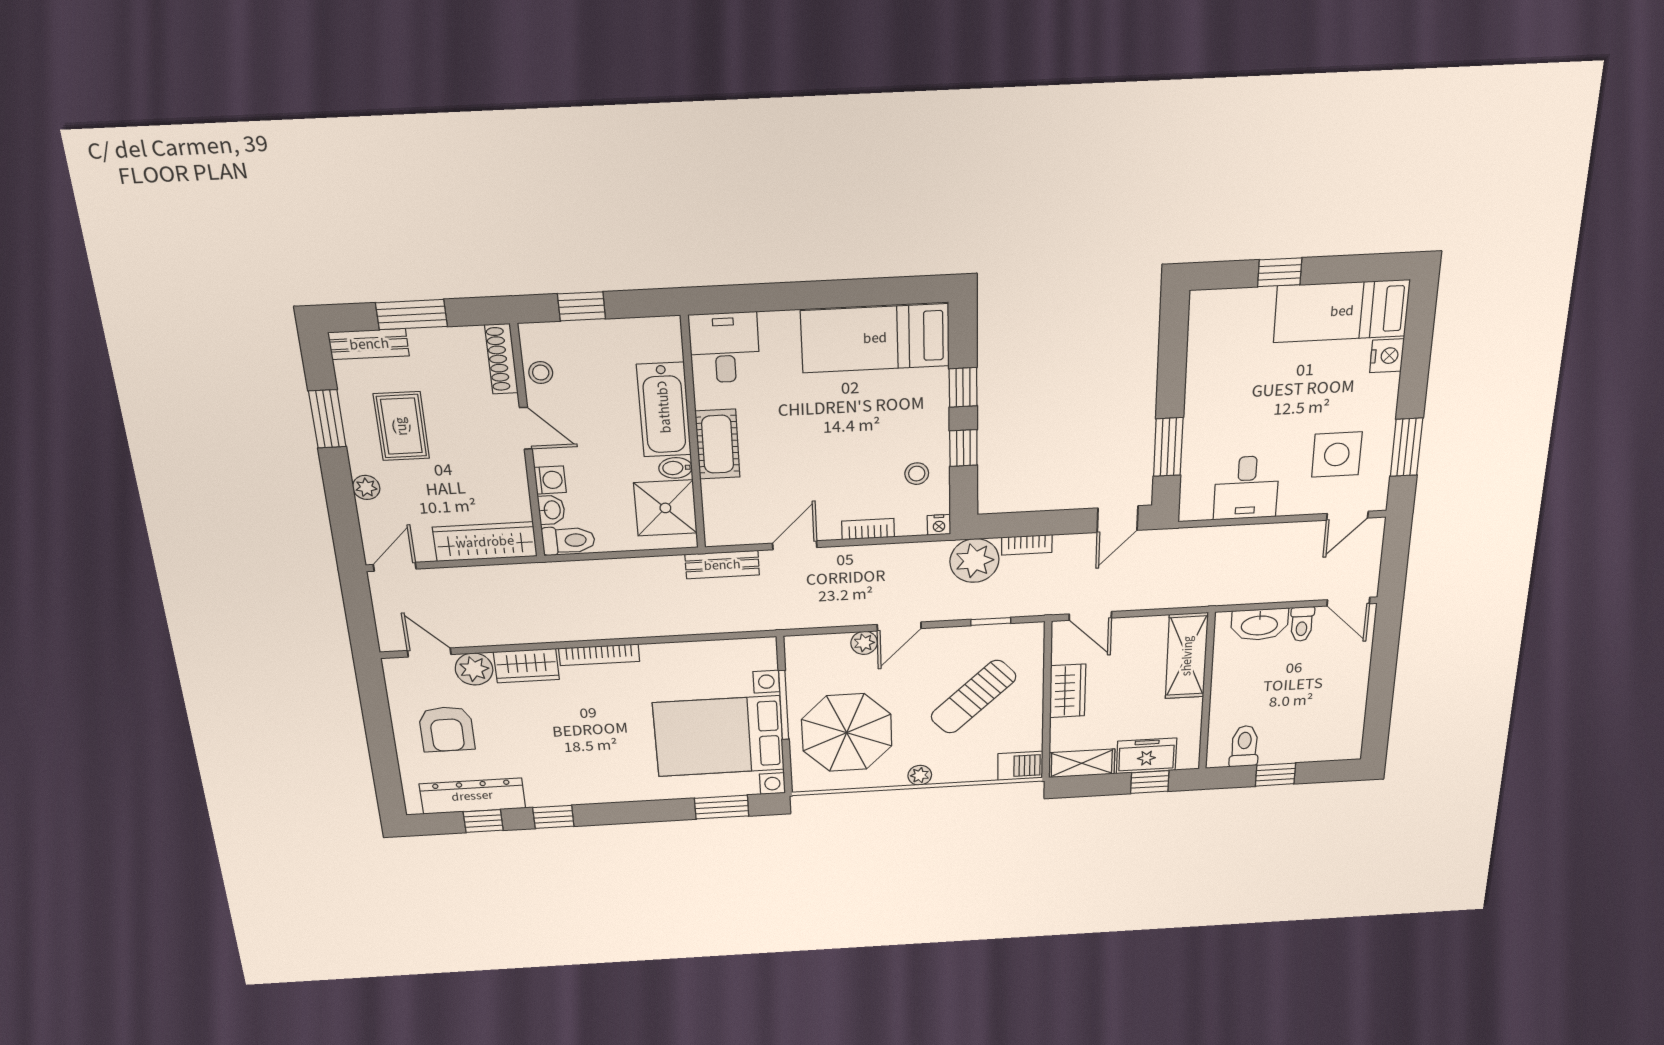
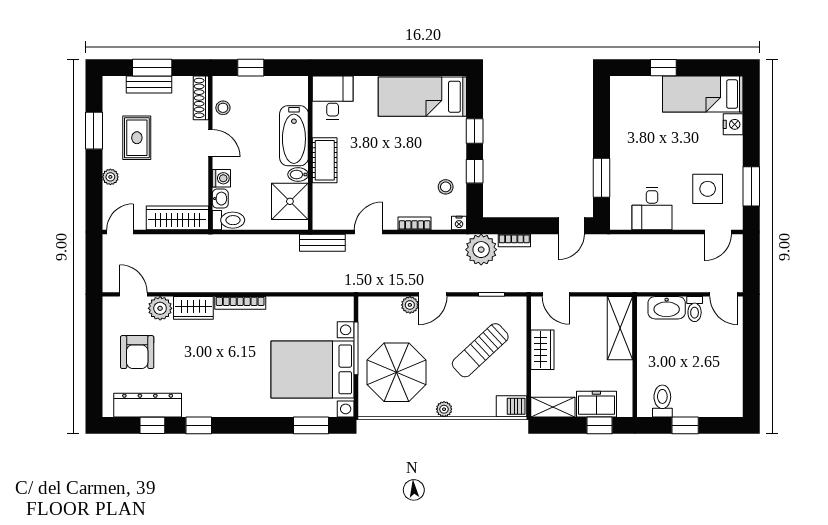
bench: (369, 344) -> (149, 85), moved

